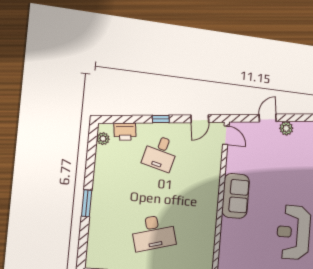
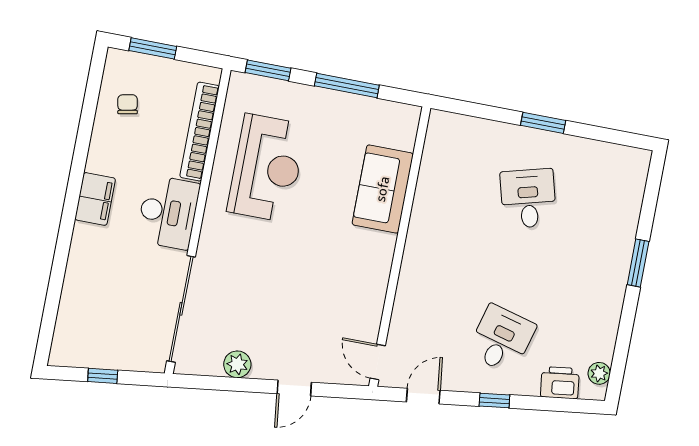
plant: (286, 128) -> (237, 364), moved
sofa: (236, 196) -> (383, 189), moved
desk: (153, 233) -> (528, 199), width x0.73

